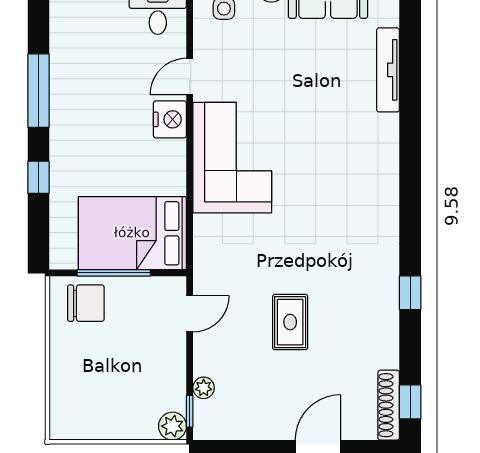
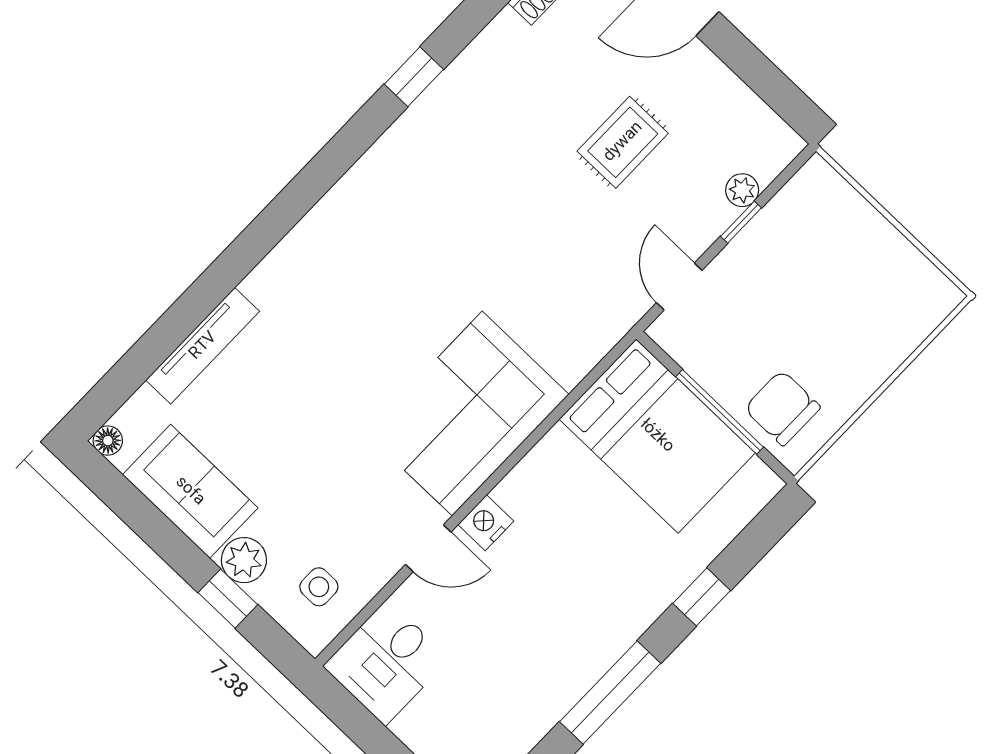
nightstand: (170, 119) -> (486, 523), width x0.74, depth x0.75
door: (190, 314) -> (679, 287), hinge flipped
rug: (290, 322) -> (623, 142), moved
window: (190, 411) -> (741, 222), moved
plant: (172, 426) -> (817, 181), removed

